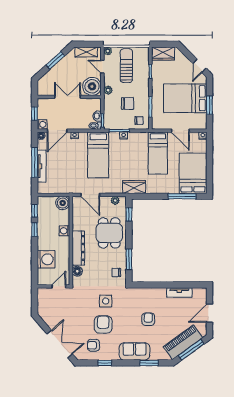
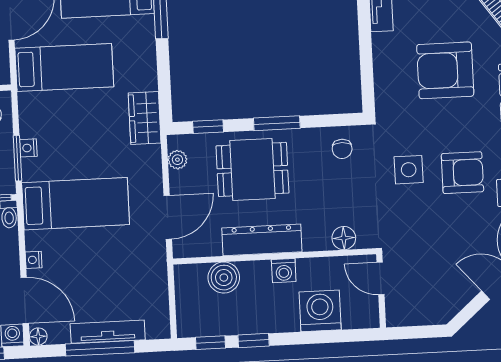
boiler: (63, 203) -> (224, 278), moved
washing machine: (64, 231) -> (284, 271), moved
dresser: (78, 248) -> (262, 240), moved
window: (129, 259) -> (277, 123), moved
armchair: (148, 319) -> (445, 70), width x1.88, depth x1.88
armchair: (103, 324) -> (462, 173), turned 180

